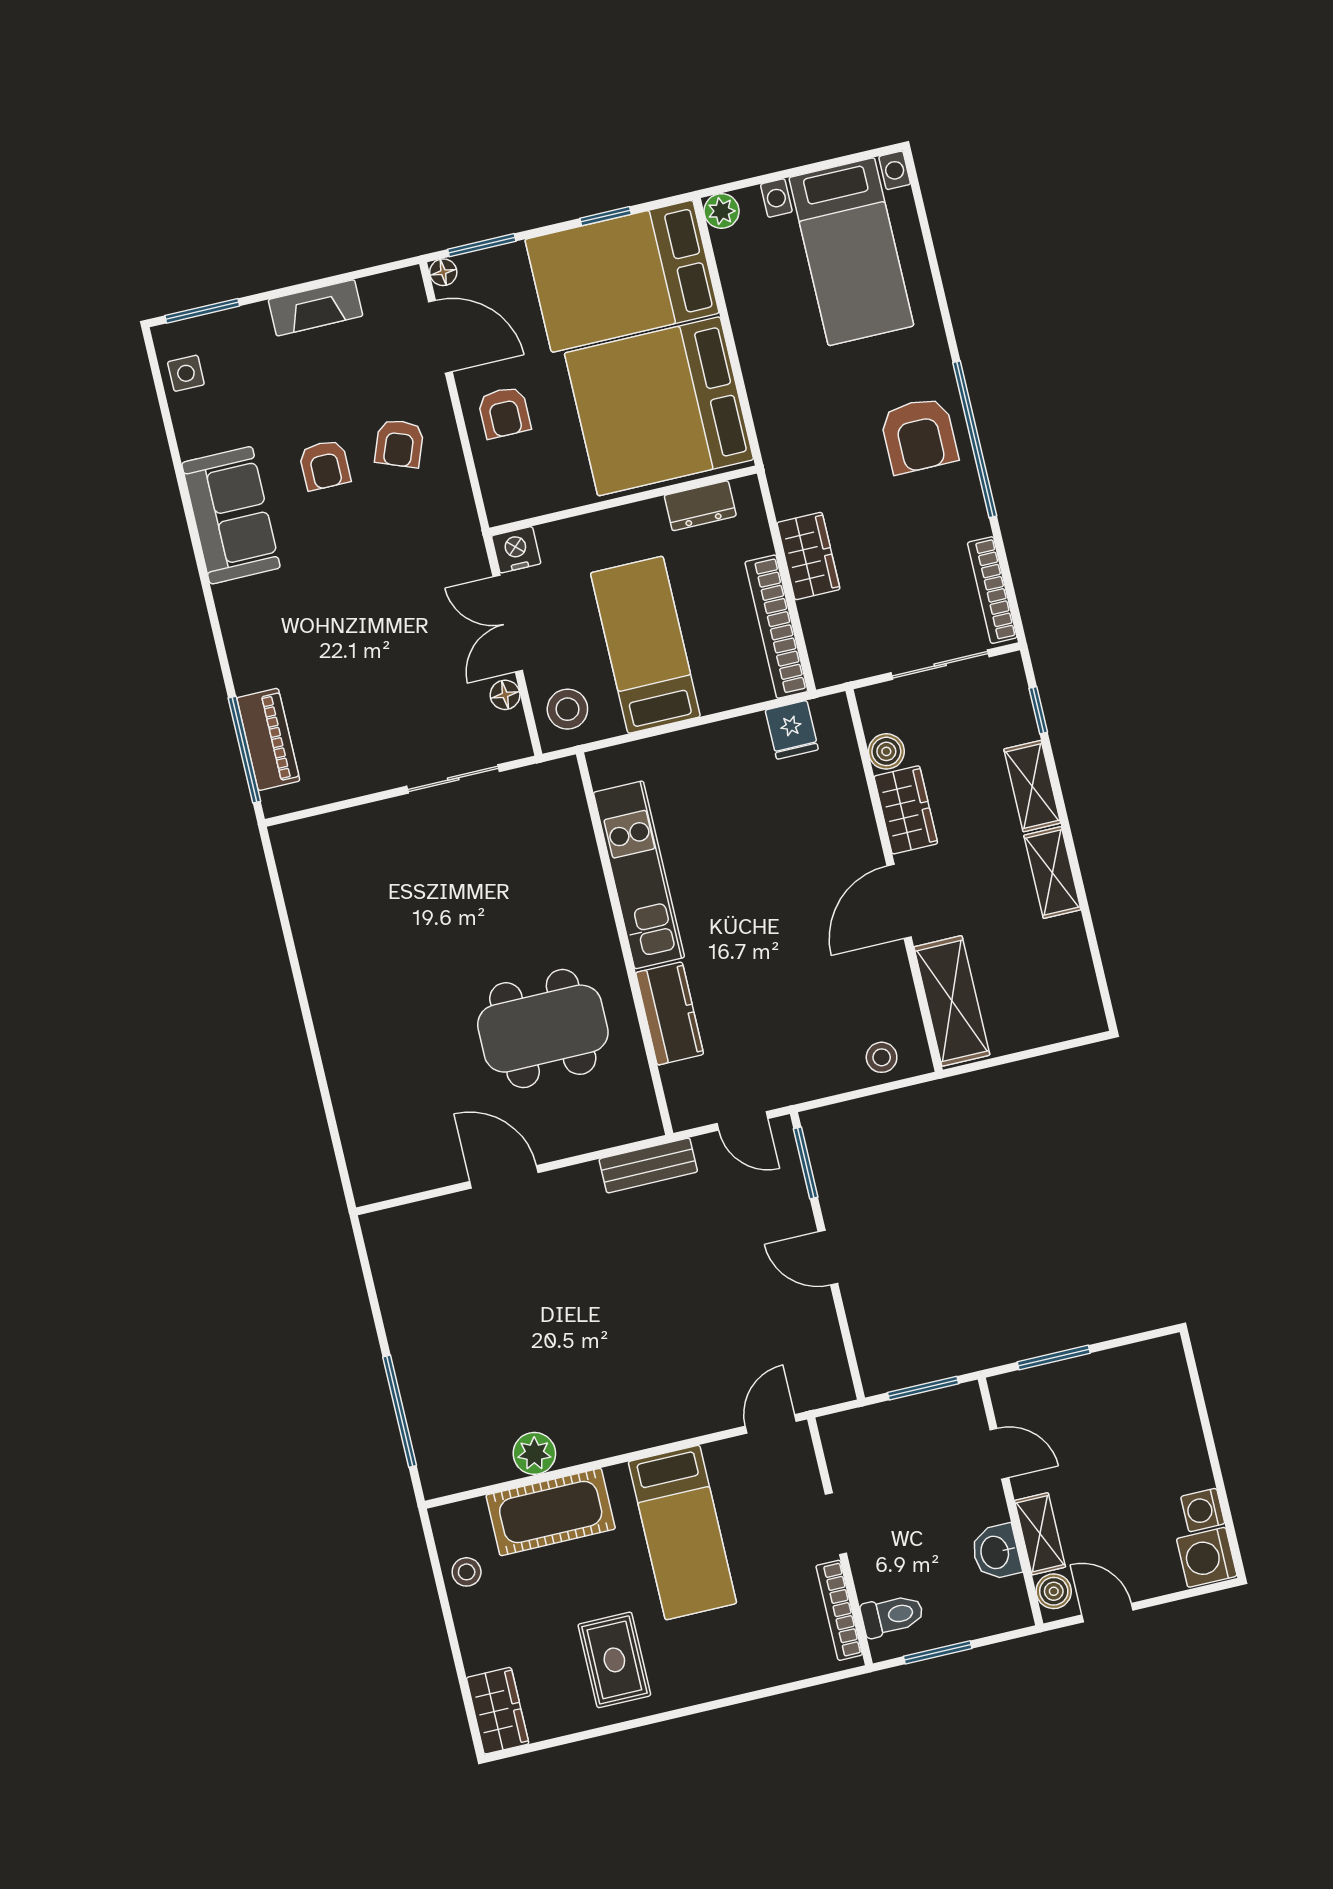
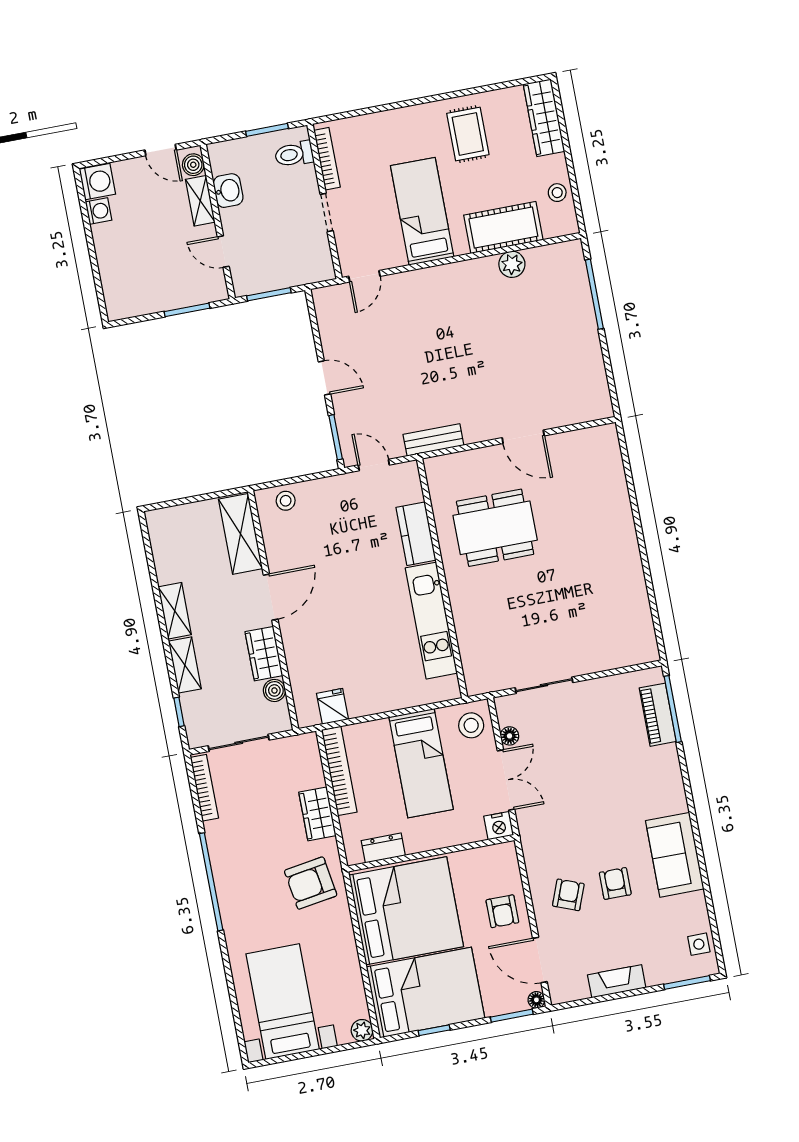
armchair: (504, 412) -> (502, 911), turned 180
armchair: (919, 435) -> (311, 883), moved, turned -99
wardrobe: (498, 1711) -> (544, 118), width x1.50

